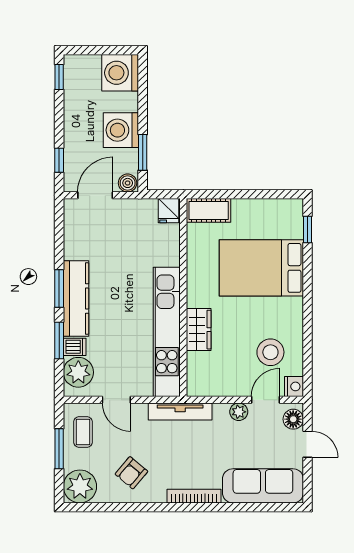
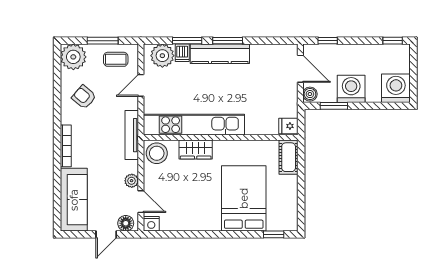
stool: (270, 352) -> (157, 153), moved

